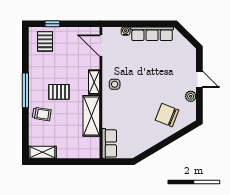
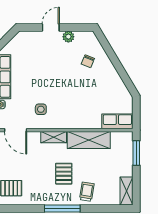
door: (101, 46) -> (16, 130), hinge flipped
side table: (115, 84) -> (41, 109), moved
chair: (167, 115) -> (88, 61), width x0.54, depth x0.54
window: (79, 162) -> (136, 153), added

